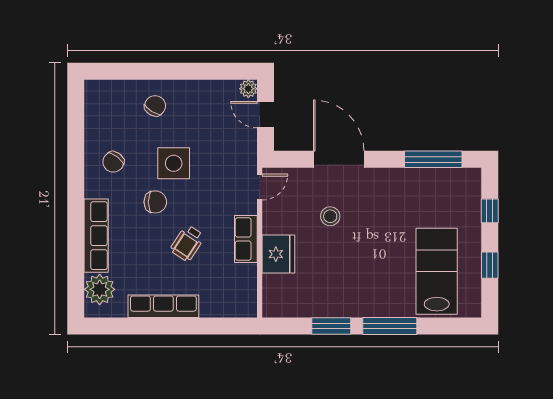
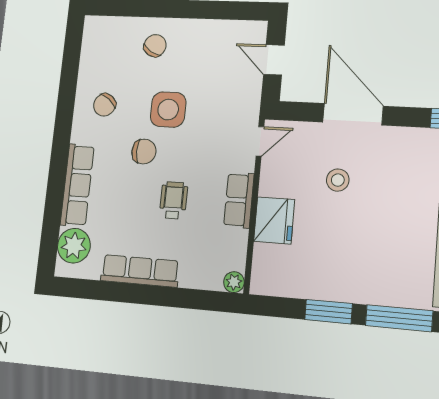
plant: (248, 89) -> (234, 282), moved
wheelchair: (187, 243) -> (174, 200), turned 147

